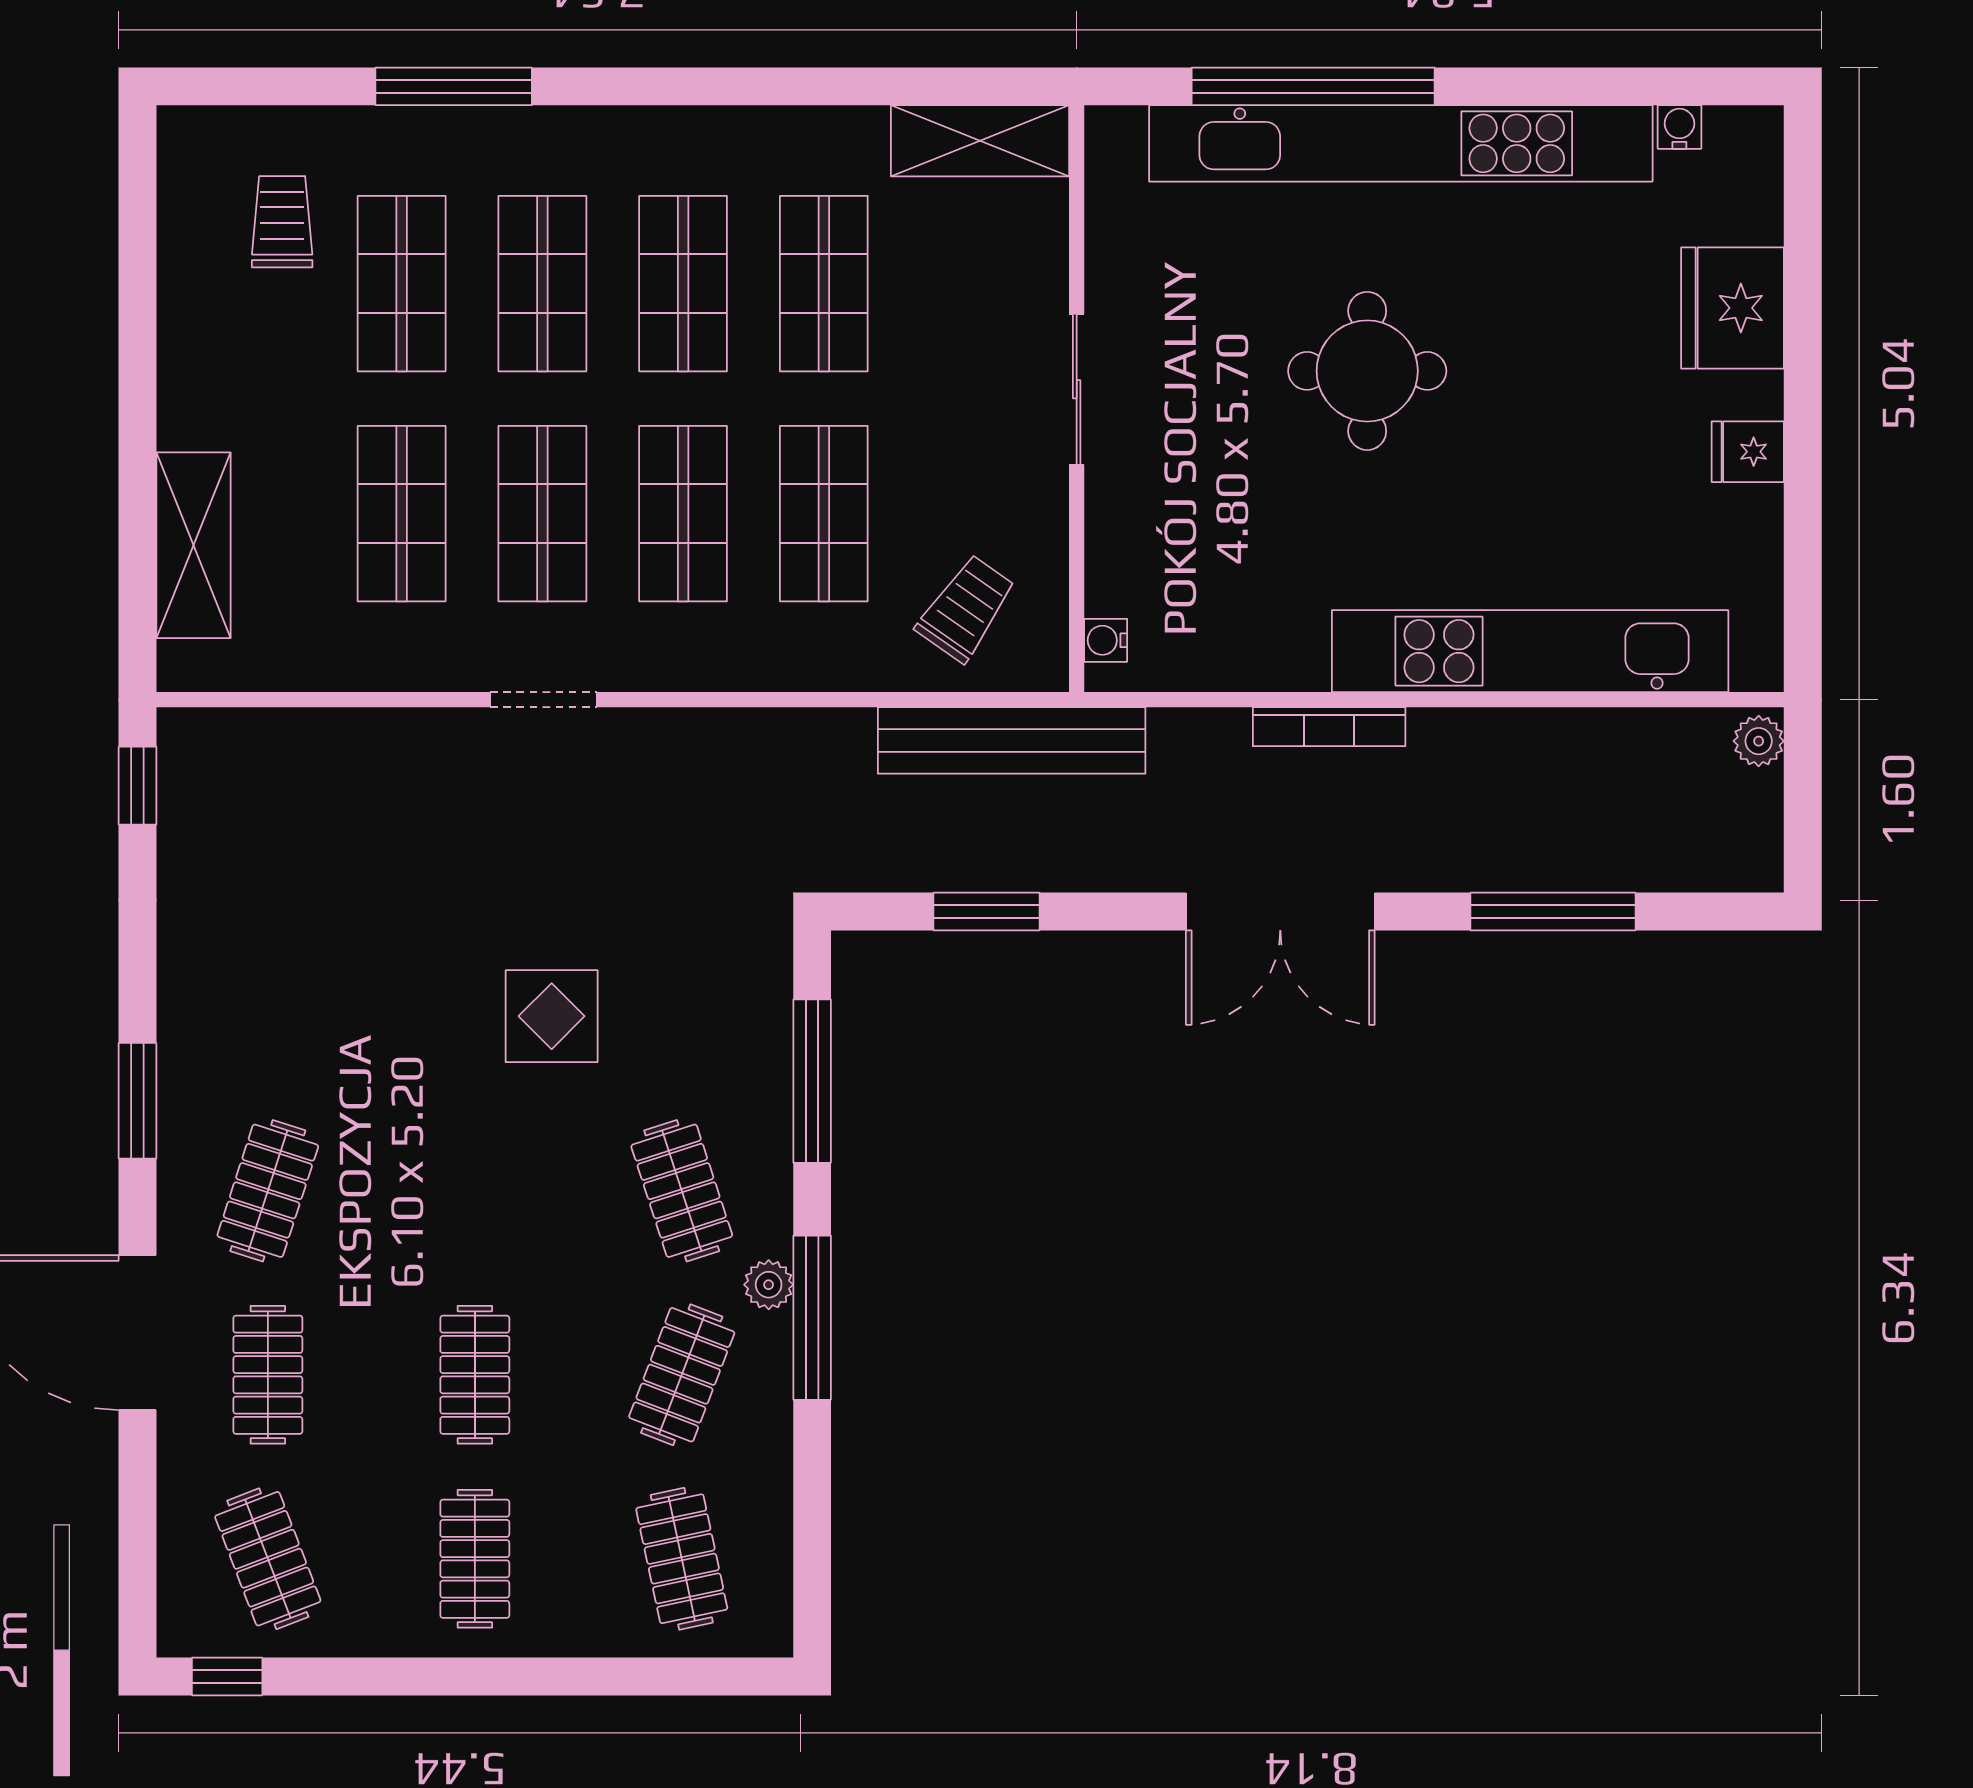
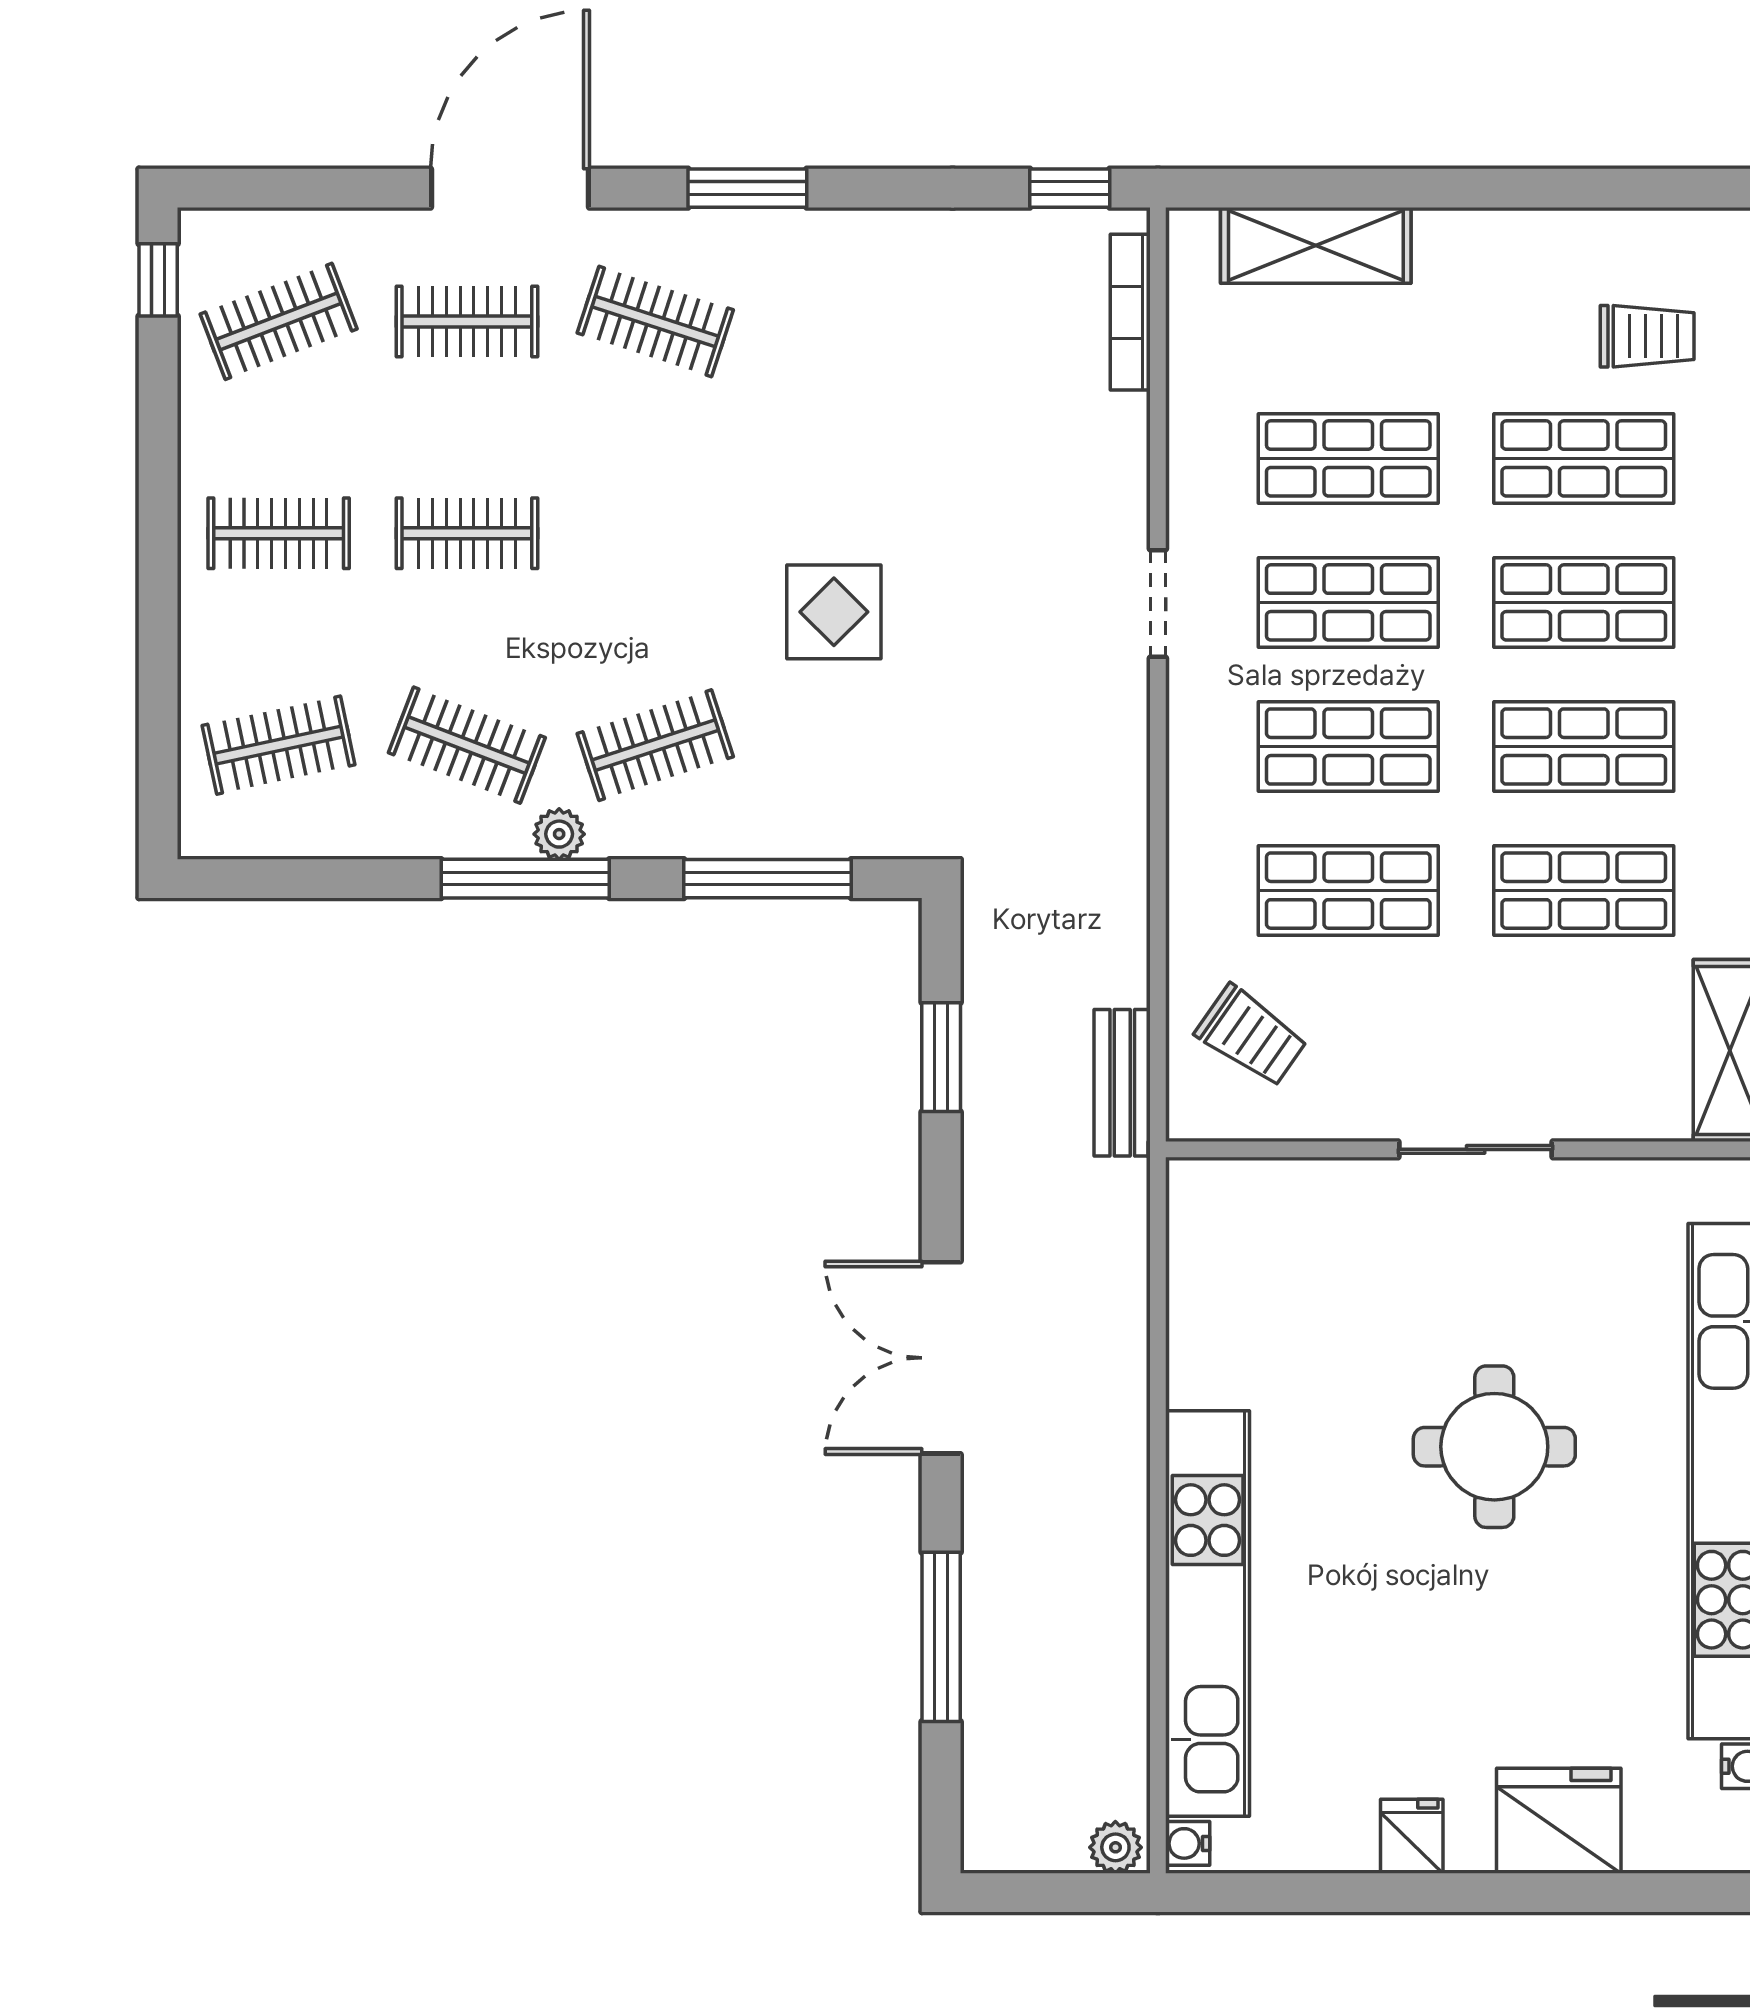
water cooler: (1106, 640) -> (1188, 1843), moved, turned -90
bookcase: (1329, 727) -> (1130, 312), moved
bench: (1012, 740) -> (1122, 1083), width x0.54, depth x0.82

